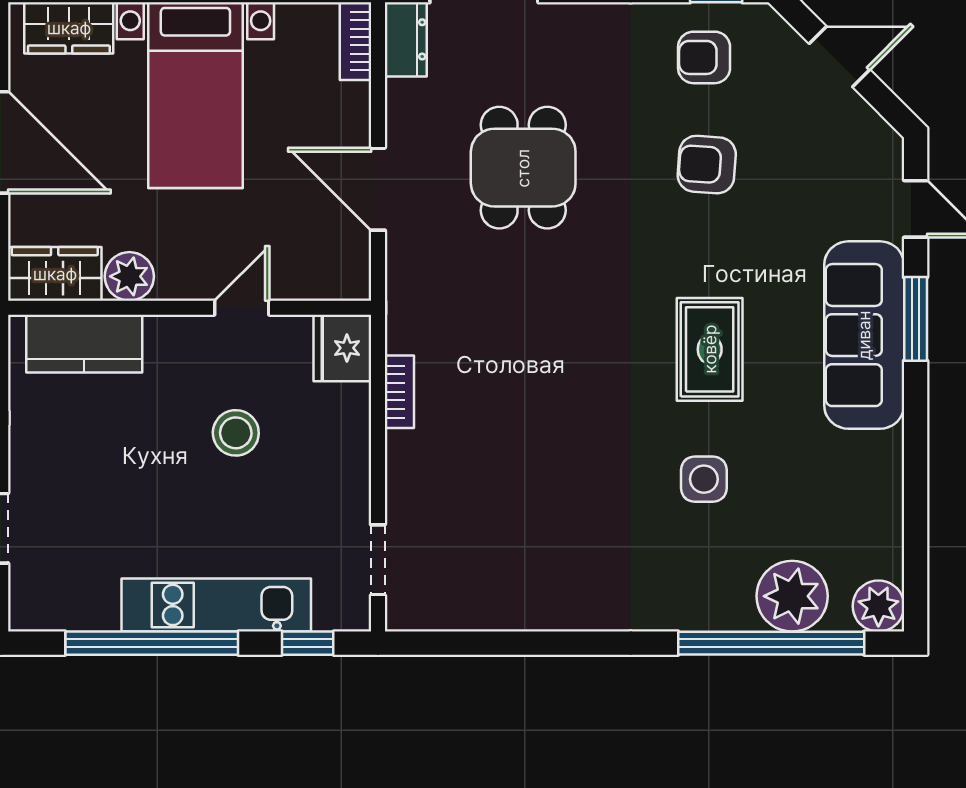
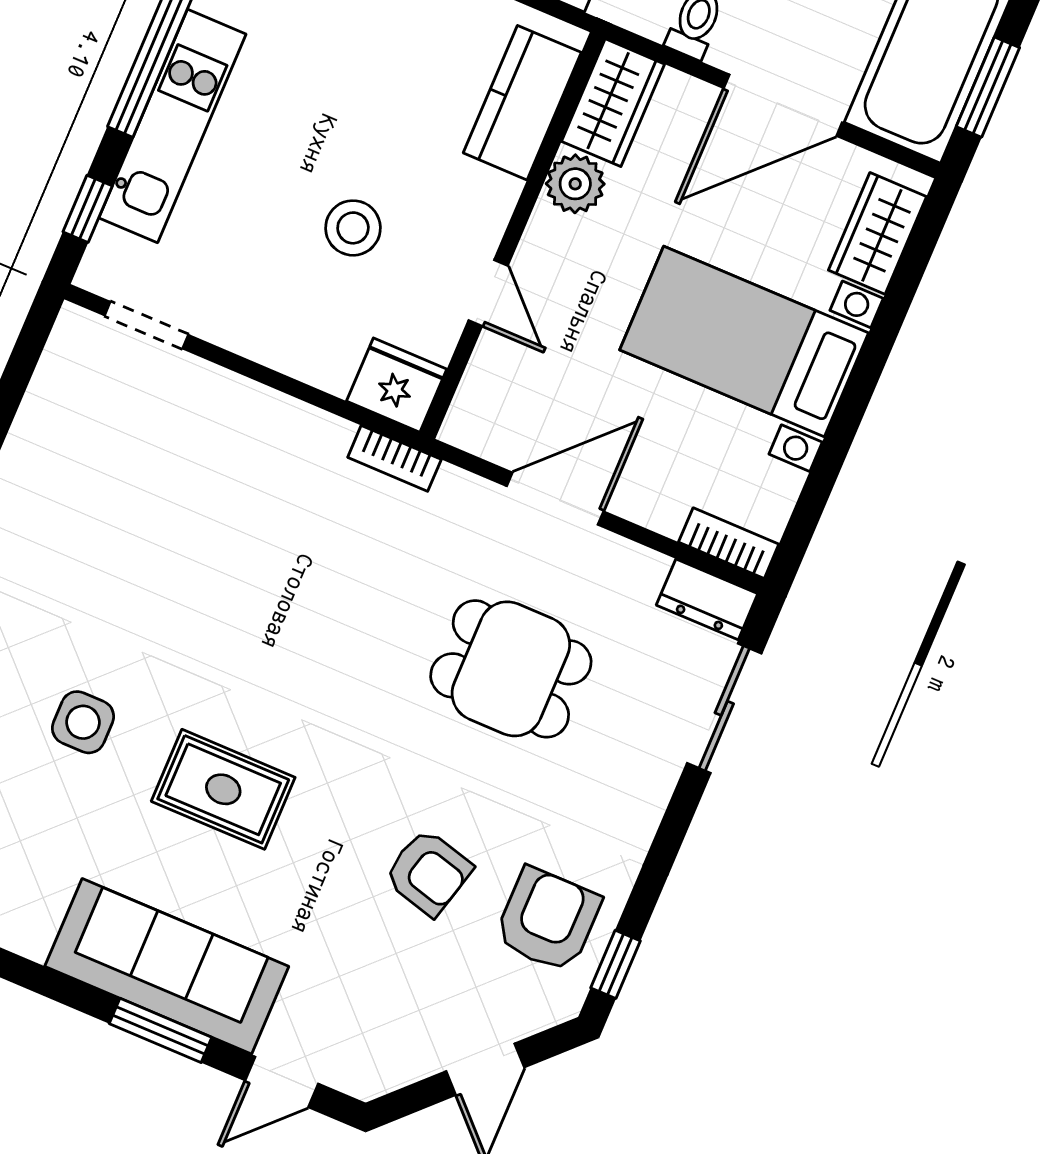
armchair: (704, 57) -> (548, 920), width x1.38, depth x1.38
armchair: (707, 165) -> (428, 872), turned 101
bookcase: (399, 392) -> (394, 458), moved

